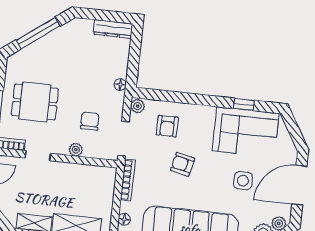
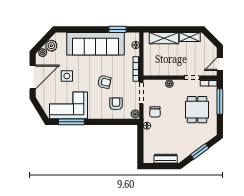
dresser: (113, 29) -> (166, 159), moved
window: (38, 33) -> (200, 151), width x0.69
dining table: (35, 102) -> (197, 110), turned 90
window: (244, 104) -> (71, 122), width x2.17
chair: (90, 121) -> (155, 112), moved

